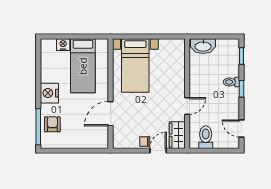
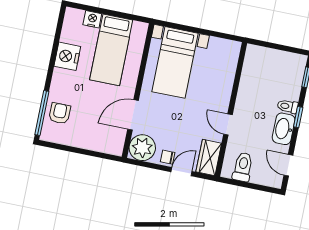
washbasin: (203, 46) -> (284, 129), moved, turned 90
nightstand: (49, 93) -> (67, 56), moved
door: (187, 106) -> (228, 125), swing flipped
plant: (123, 138) -> (142, 148), added

